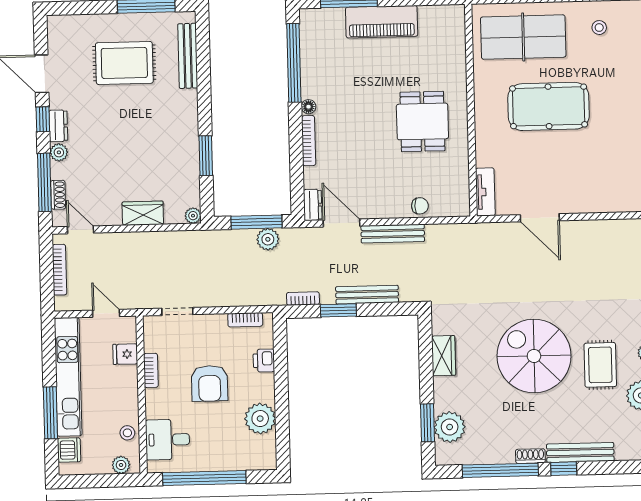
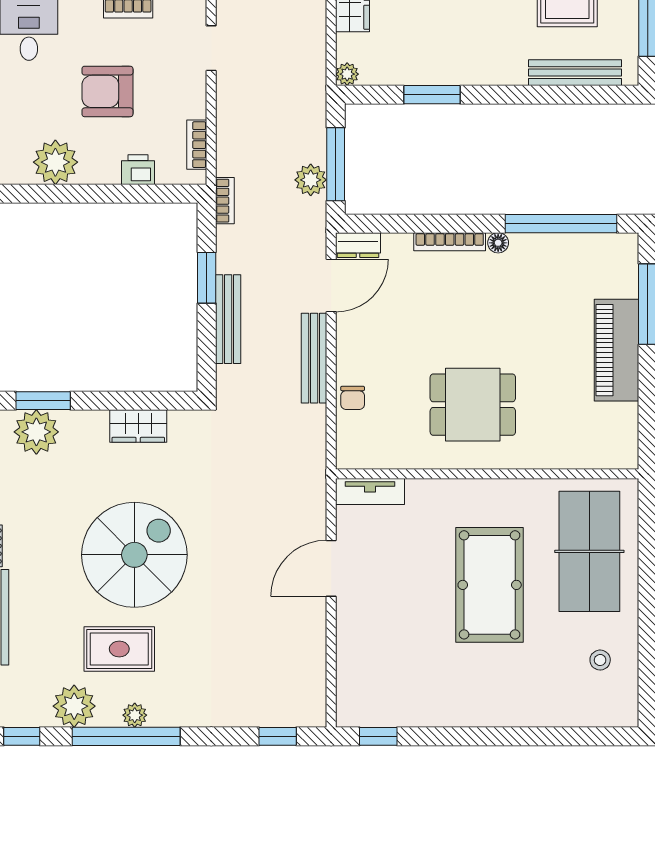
bookcase: (303, 298) -> (225, 201), moved

